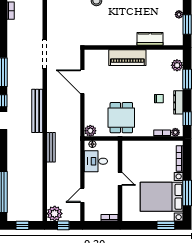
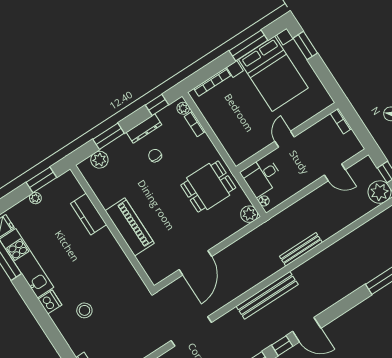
desk: (96, 161) -> (262, 176), moved, turned 90

